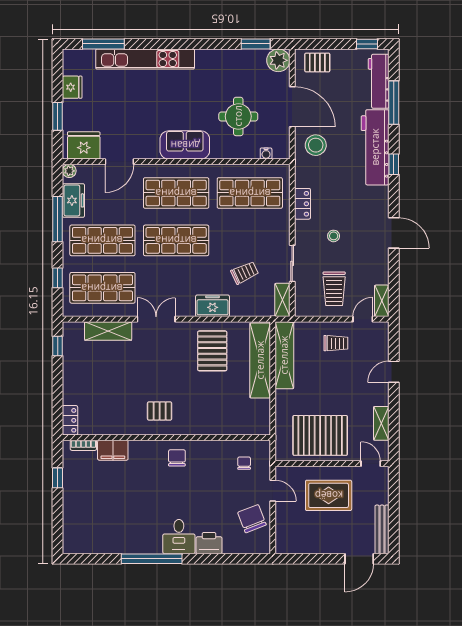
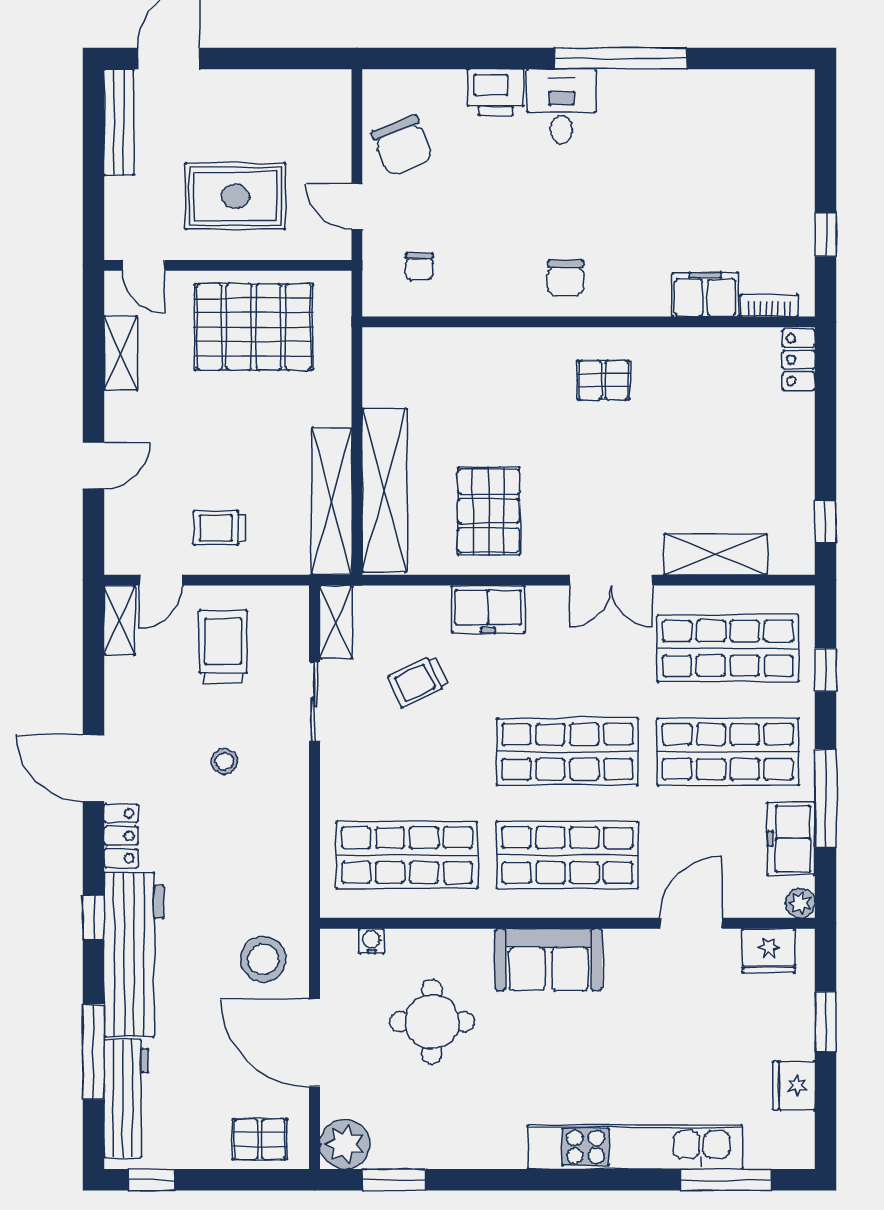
fridge: (84, 145) -> (769, 951), width x0.73, depth x0.75
locker: (302, 204) -> (121, 836), moved, turned 180

